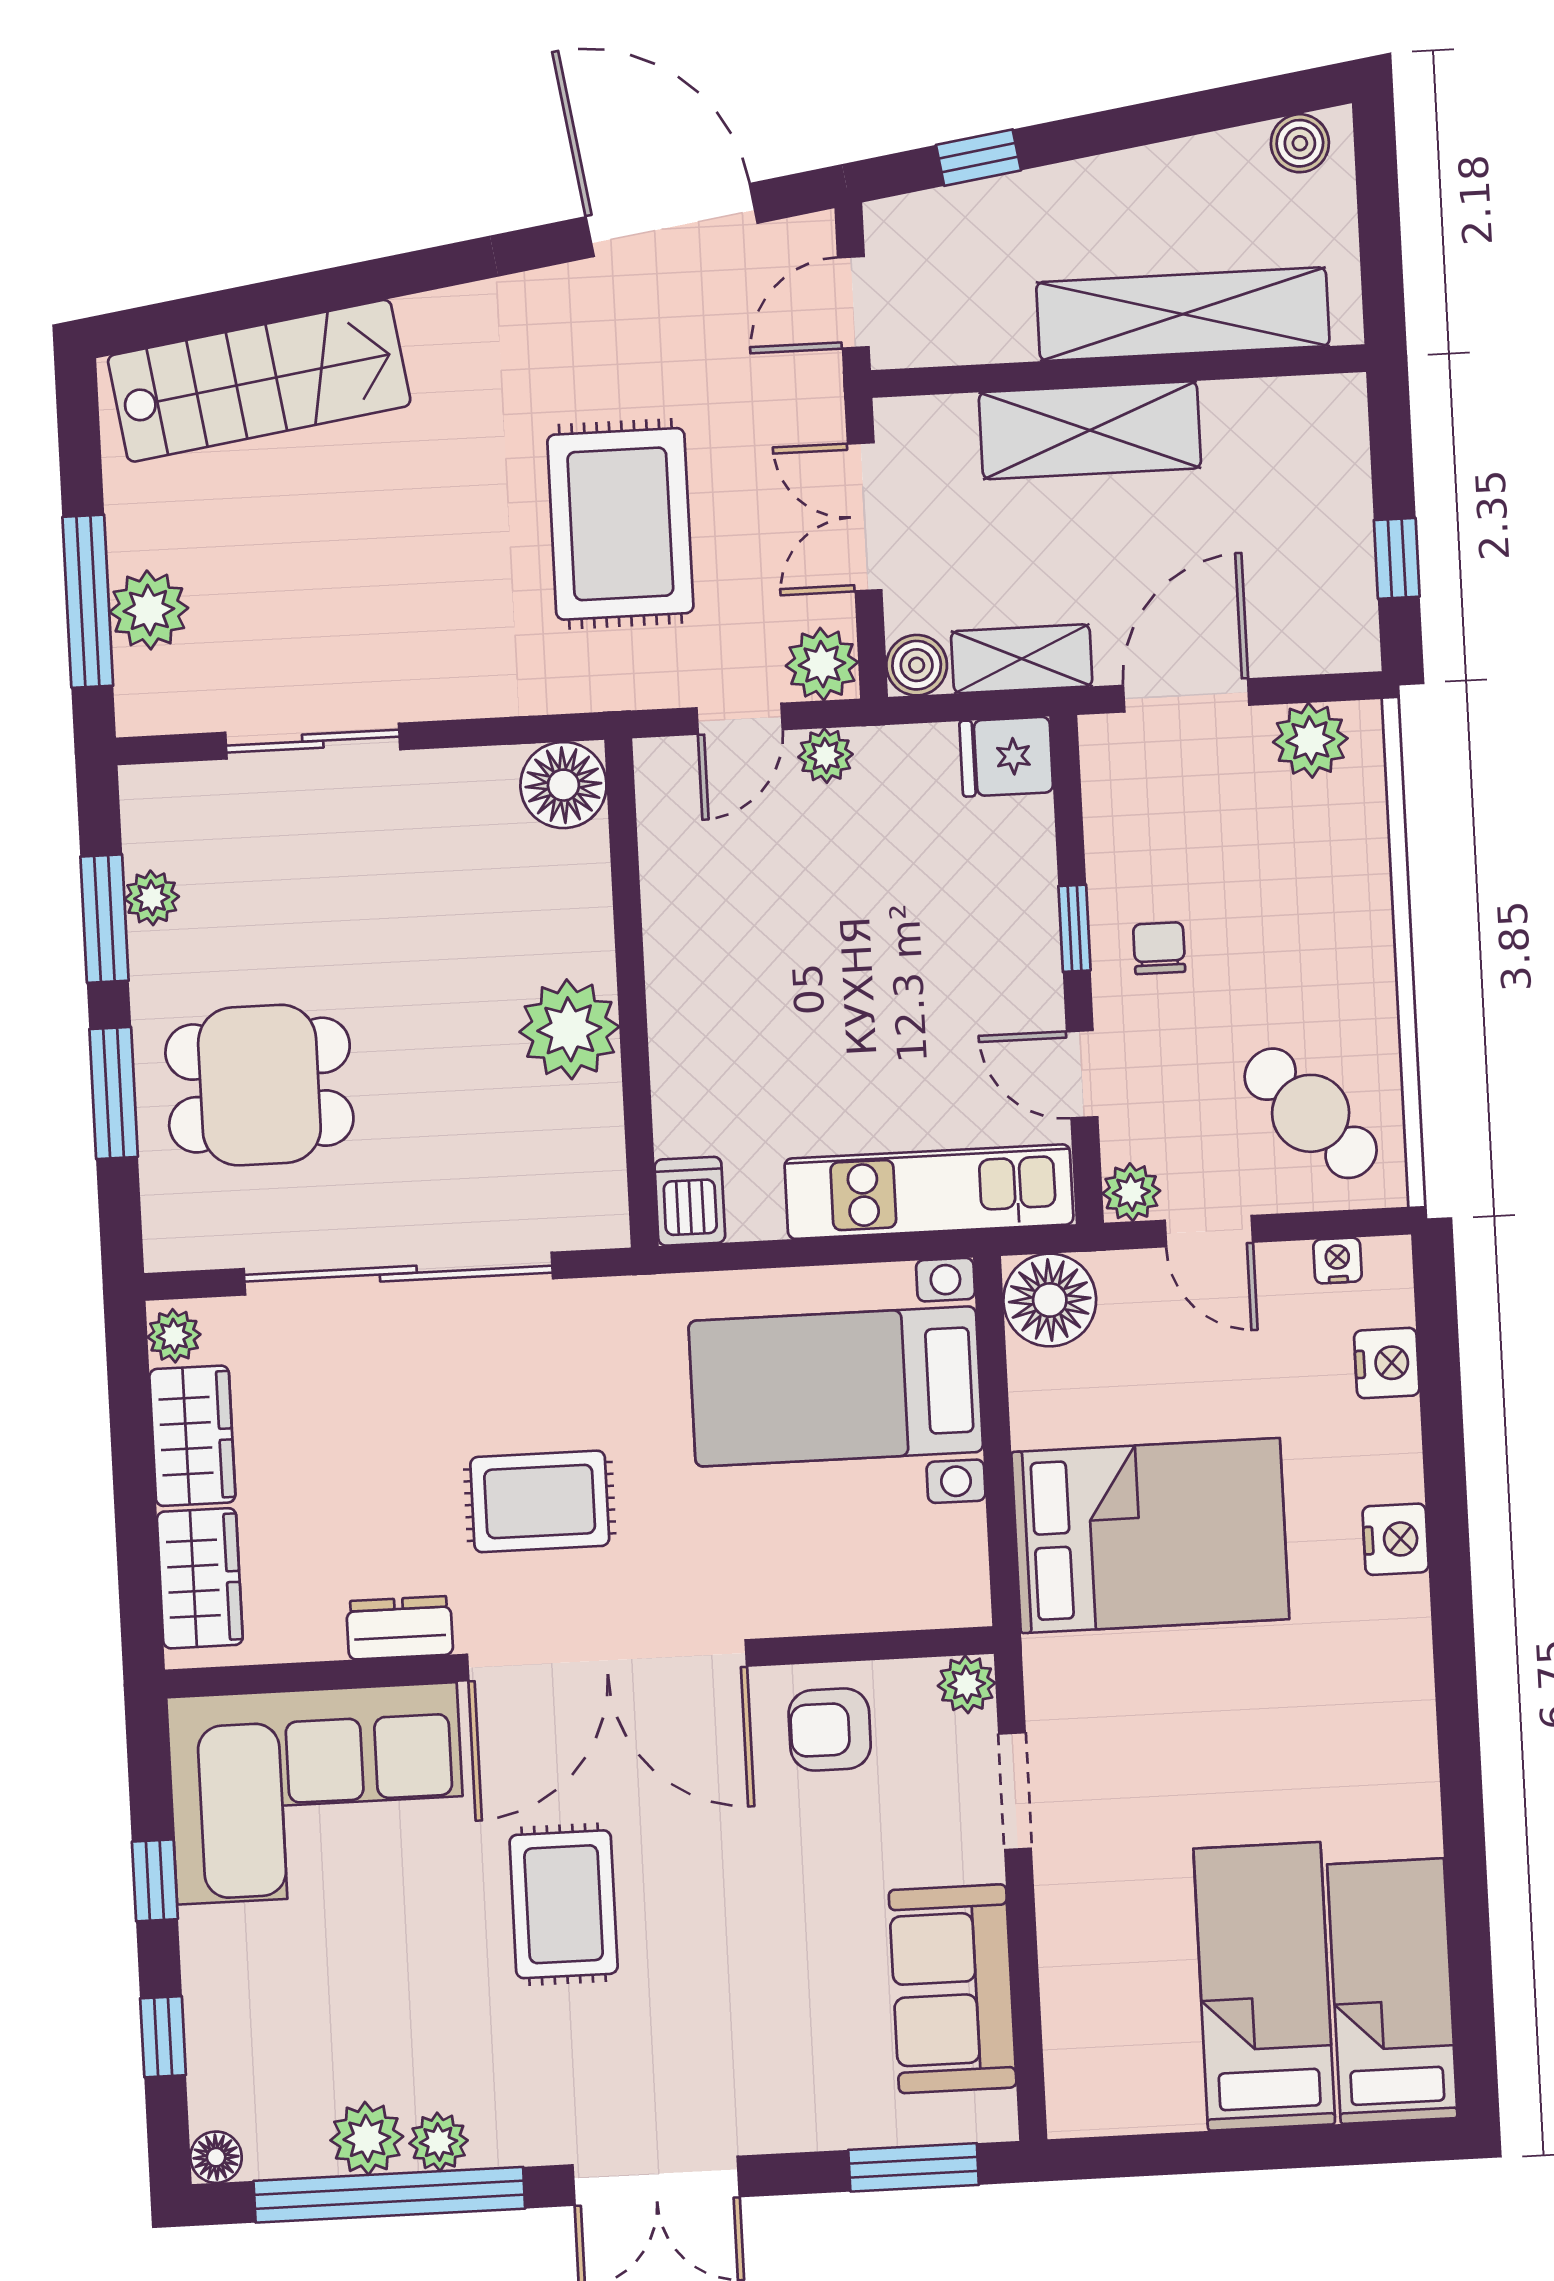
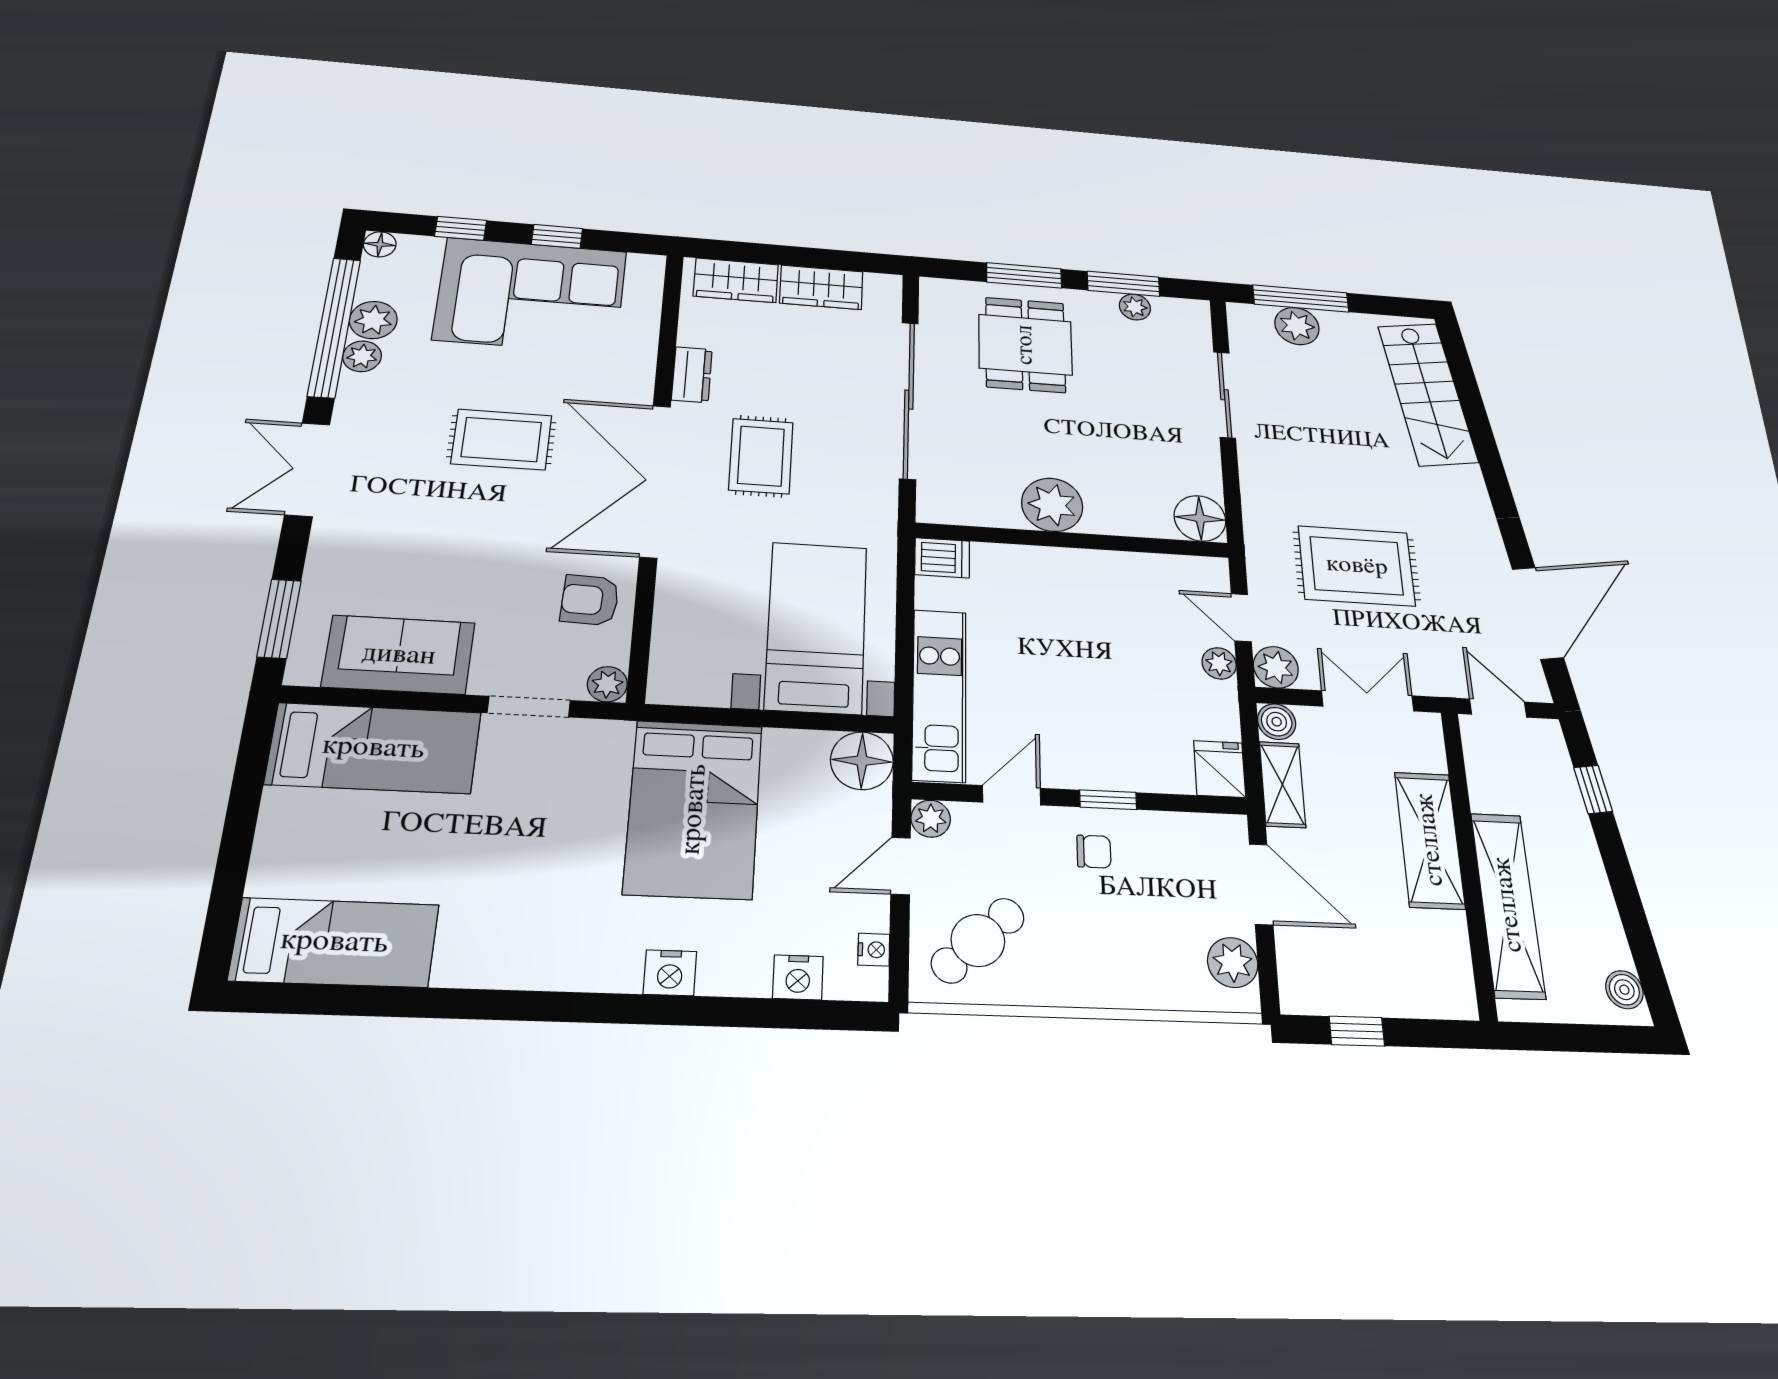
plant: (174, 1336) -> (881, 286), removed
armchair: (830, 1730) -> (590, 600), turned -88
corner sofa: (317, 1793) -> (531, 295), moved, turned -90
bed: (1264, 1986) -> (374, 748), moved

